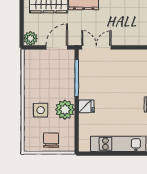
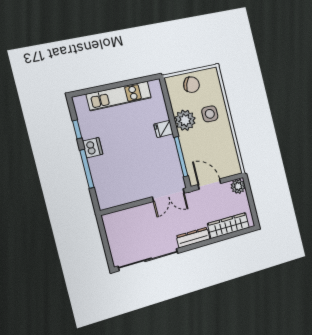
door: (57, 47) -> (209, 184), swing flipped
chair: (51, 140) -> (191, 85), turned -69

